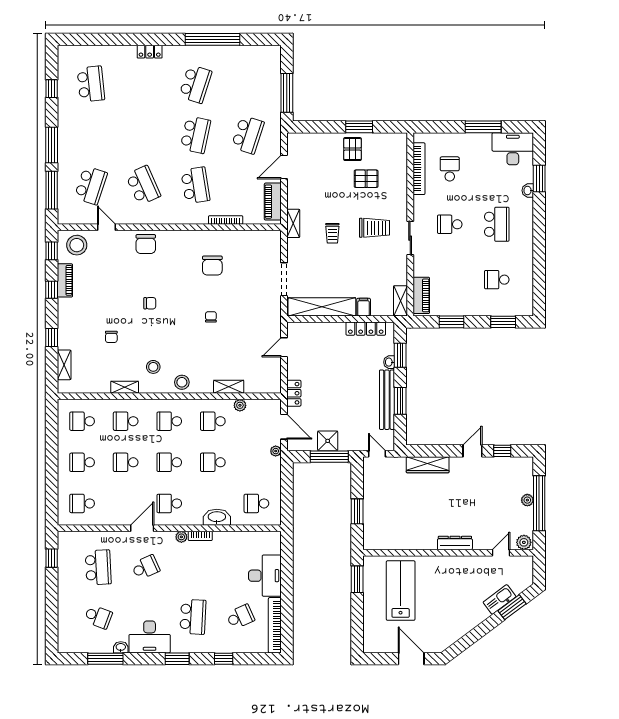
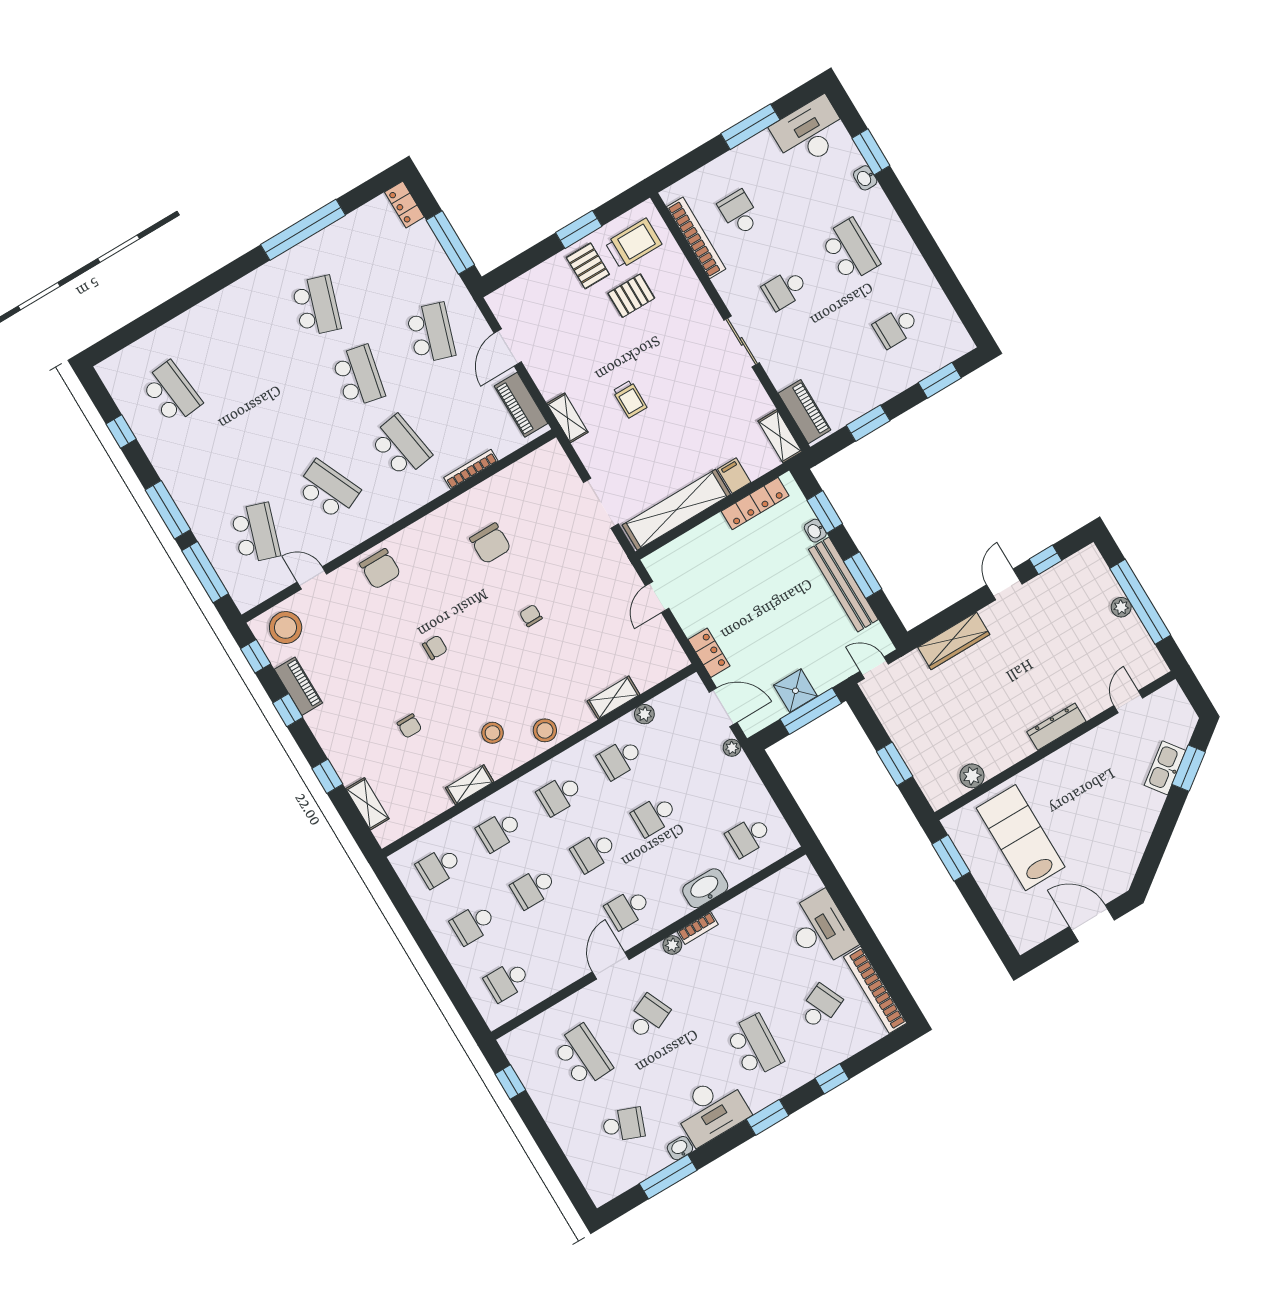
locker: (150, 52) -> (404, 205), moved, turned 90
trolley: (374, 228) -> (633, 243), moved
plant: (524, 542) -> (972, 776), moved

